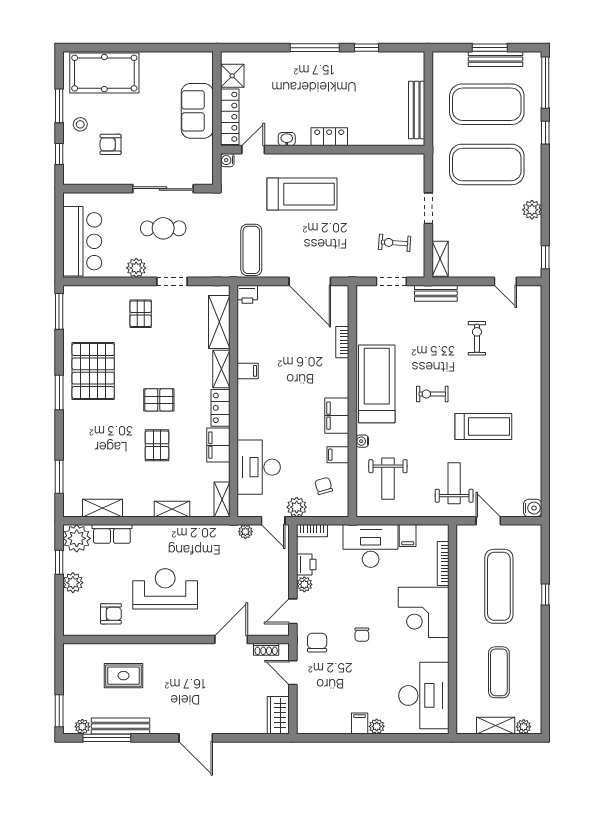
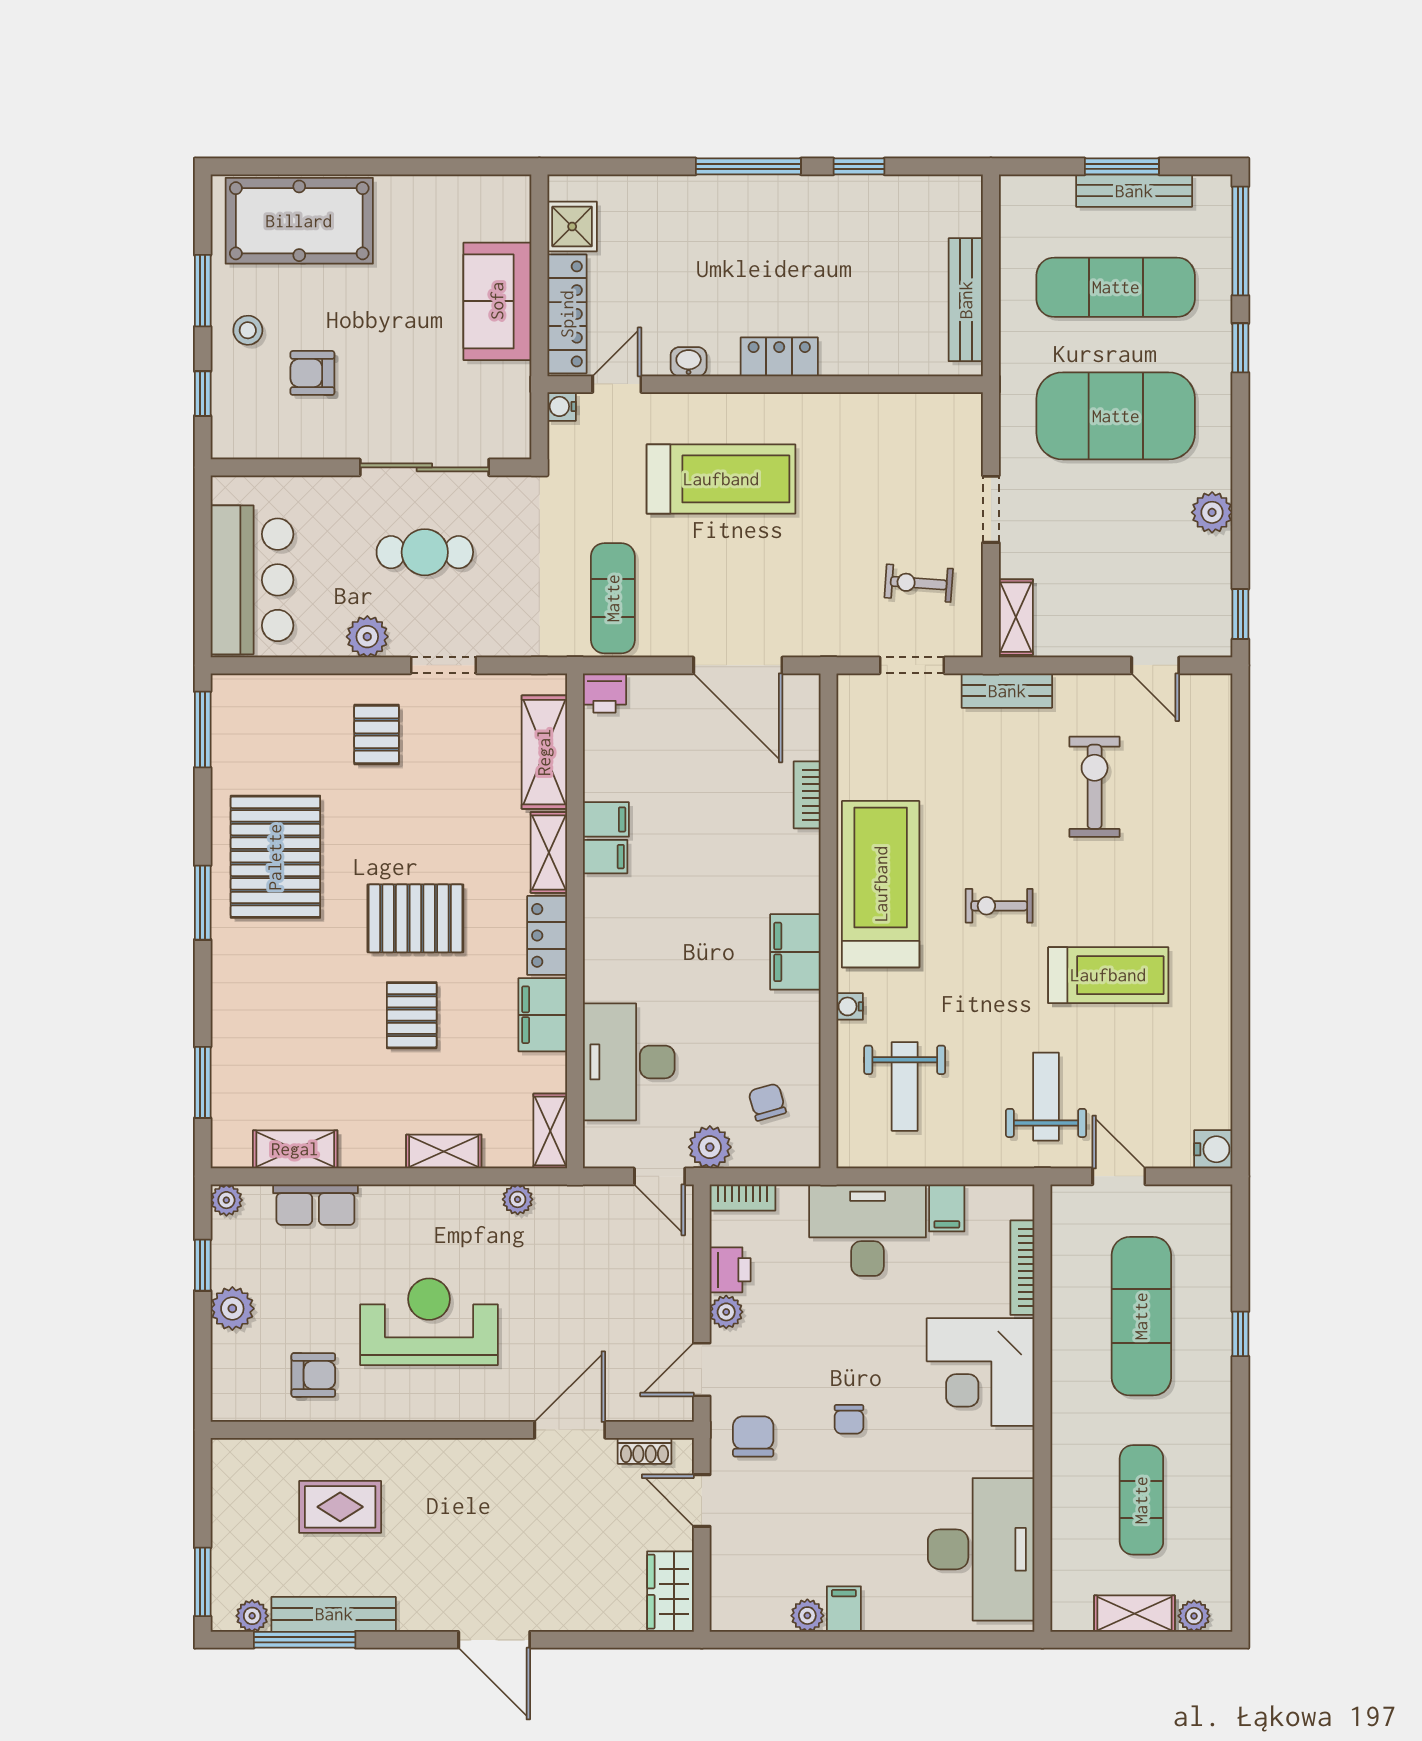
exercise mat: (487, 104) -> (1116, 287), width x0.68
exercise bike: (477, 338) -> (1095, 787), width x1.38, depth x1.39
pallet: (159, 400) -> (415, 918), width x1.50, depth x1.42
filing cabinet: (338, 455) -> (606, 819), moved, turned 180
plant: (245, 532) -> (518, 1199), moved
plant: (77, 538) -> (226, 1200), width x0.53, depth x0.53
plant: (377, 726) -> (807, 1616), moved

